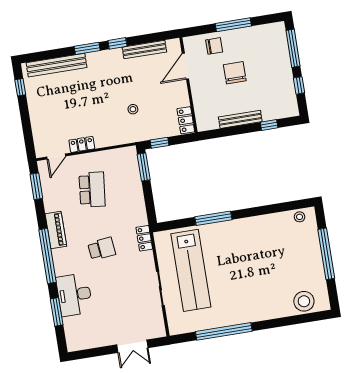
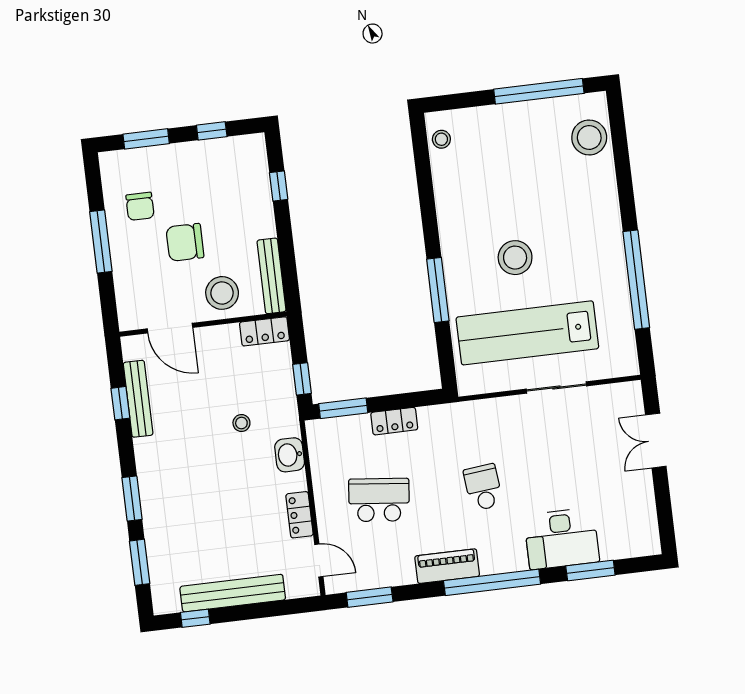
window: (117, 43) -> (120, 403), moved
chair: (214, 46) -> (140, 206), moved, turned 180
window: (293, 48) -> (146, 139), width x0.69
window: (51, 54) -> (140, 562), added
bench: (57, 65) -> (233, 593), moved, turned 90
stool: (207, 95) -> (222, 293), added
bench: (240, 119) -> (271, 276), moved
washbasin: (116, 137) -> (290, 455), added
locker: (144, 238) -> (394, 421), moved
window: (326, 254) -> (539, 91), moved
stool: (234, 262) -> (515, 258), added
lab bench: (191, 270) -> (527, 333), turned 180
double door: (132, 346) -> (656, 441), swing flipped

